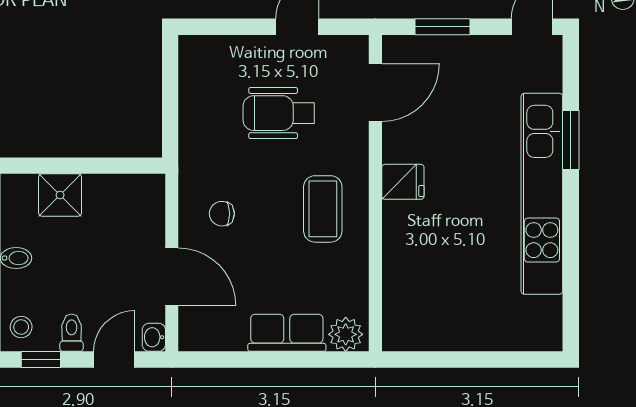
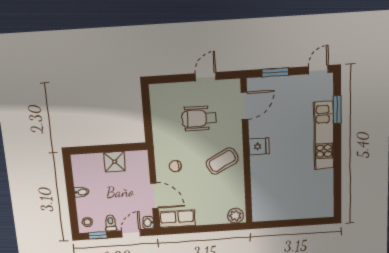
window: (571, 140) -> (337, 110), moved
kitchen unit: (542, 194) -> (324, 135), width x0.73
shower: (60, 195) -> (115, 162), moved
coffee table: (323, 209) -> (222, 161), turned 62
row of seats: (287, 333) -> (177, 219), moved

